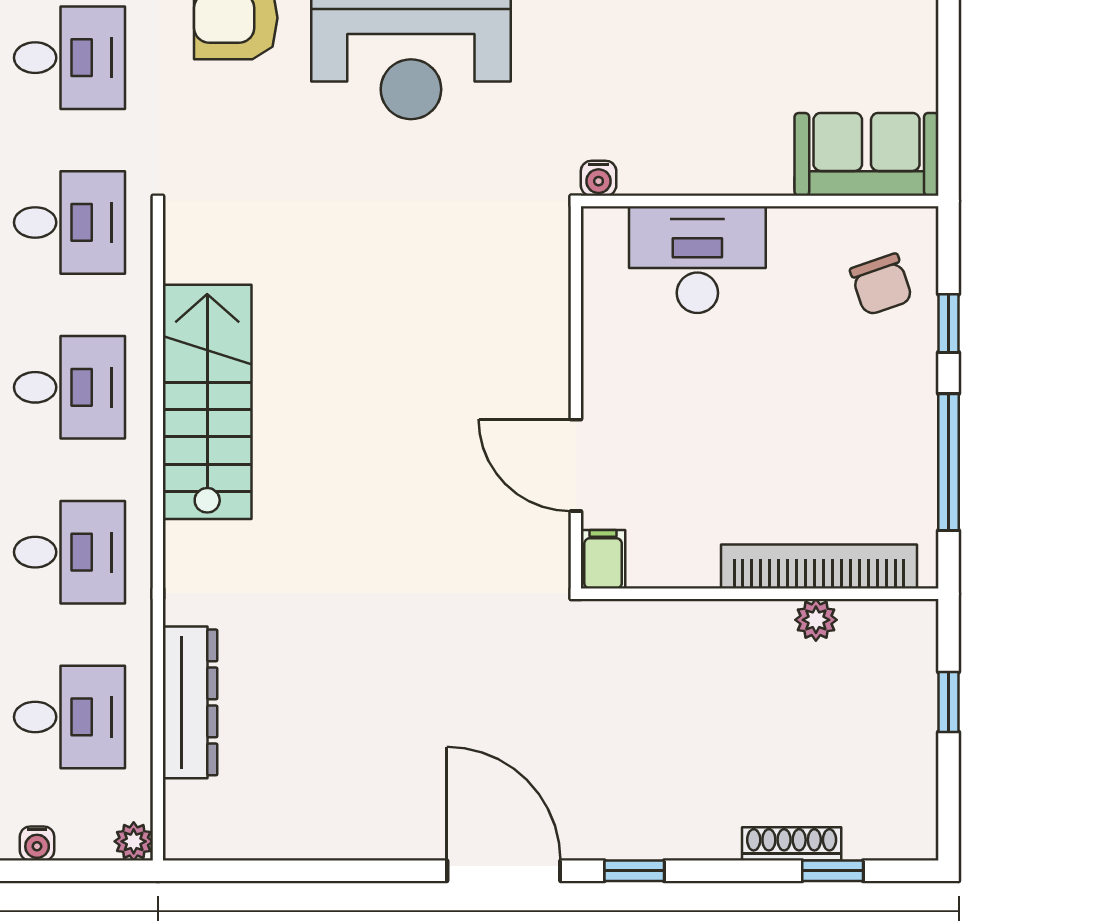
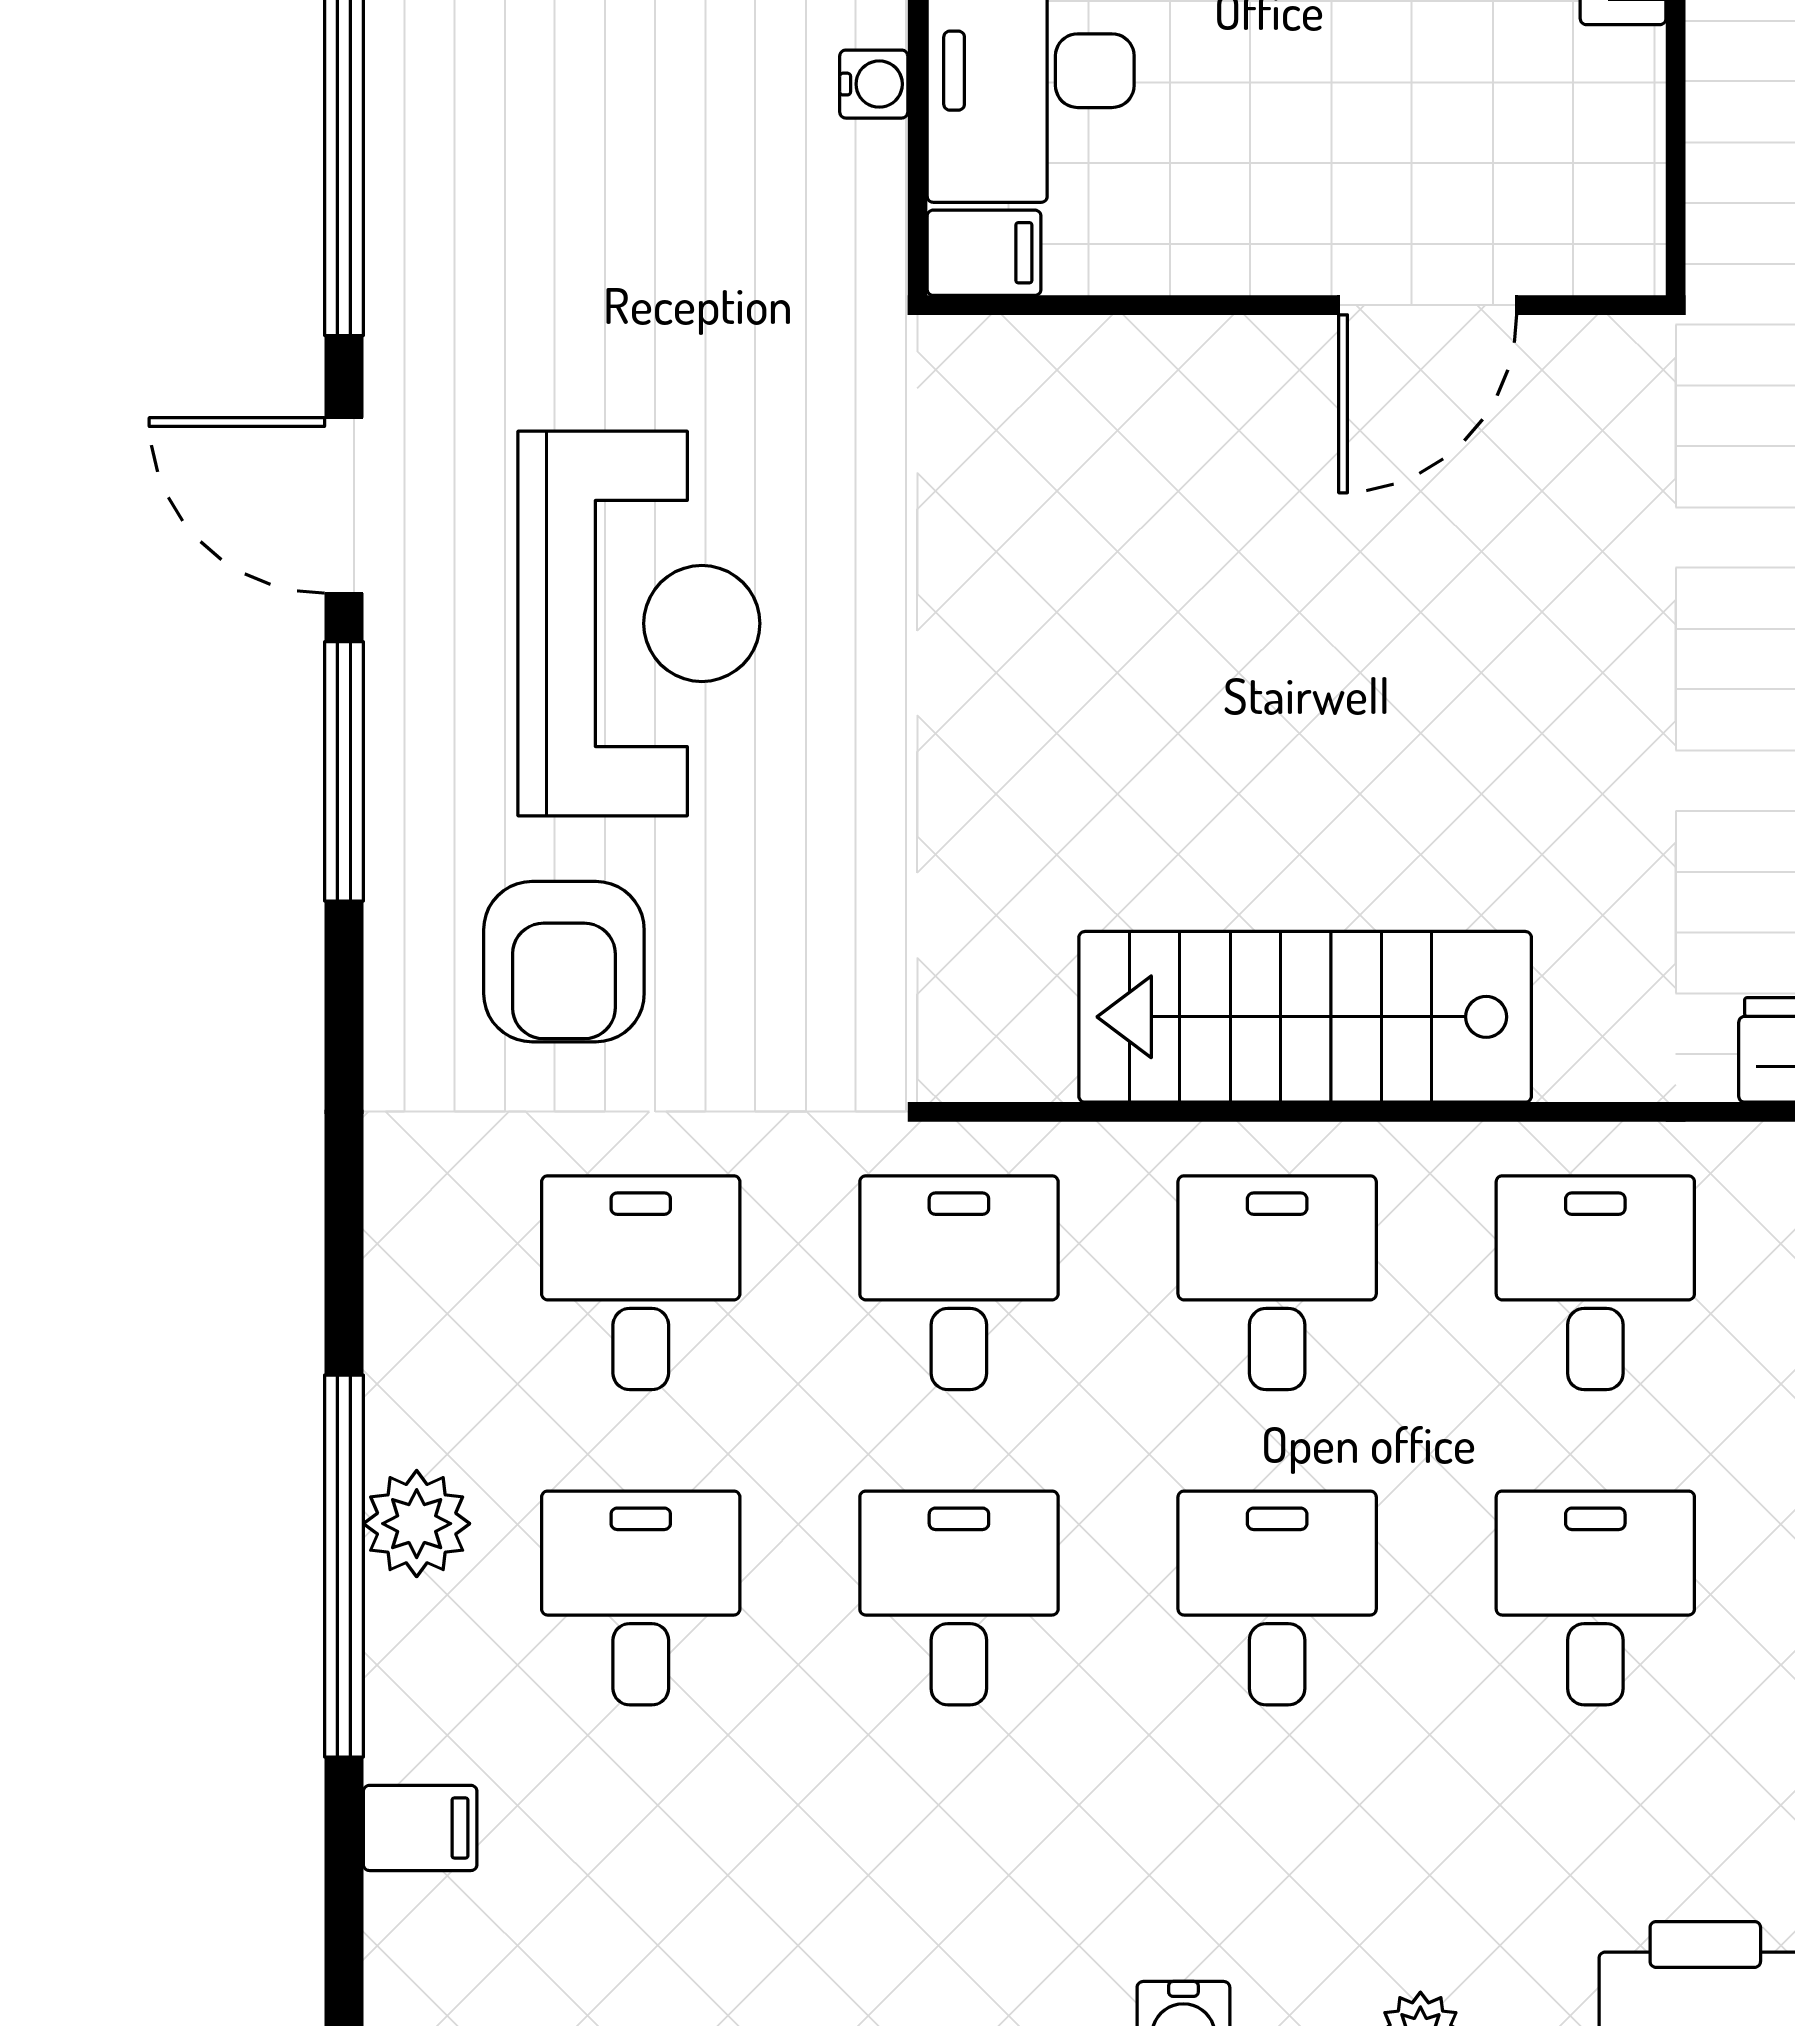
water cooler: (599, 178) -> (874, 84), moved
filing cabinet: (603, 559) -> (984, 253), moved, turned 180

